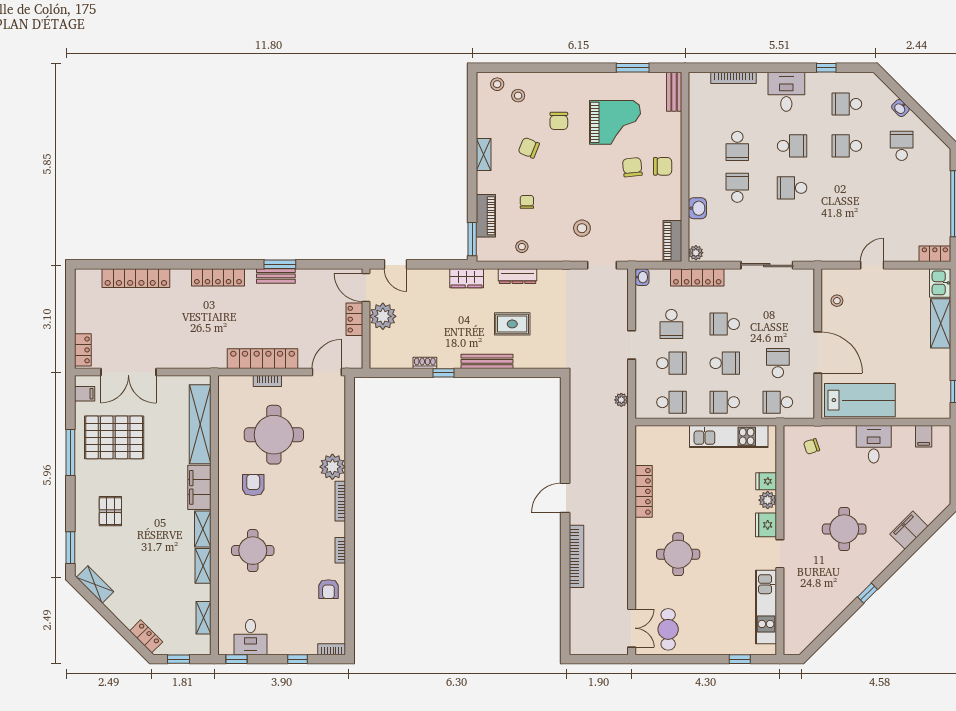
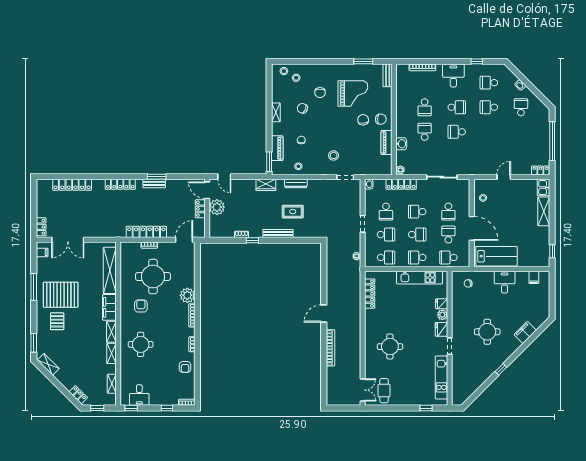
piano: (672, 241) -> (387, 142), moved
school desk: (778, 324) -> (448, 212), added
pallet: (114, 437) -> (61, 295), moved
locker: (644, 491) -> (370, 294), moved

